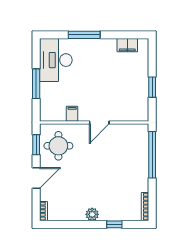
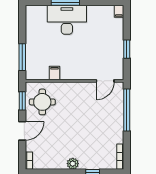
filing cabinet: (127, 45) -> (119, 11), moved, width x0.50
desk: (56, 60) -> (67, 20), moved, turned 90
window: (36, 84) -> (22, 57), moved
door: (99, 123) -> (105, 81), moved

